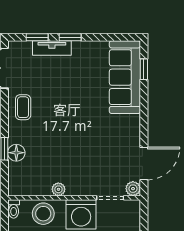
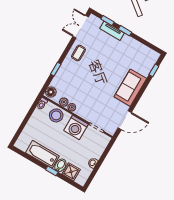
sofa: (125, 77) -> (130, 88), moved, width x0.73
floor lamp: (16, 153) -> (51, 92), moved
plant: (133, 189) -> (64, 102), moved

